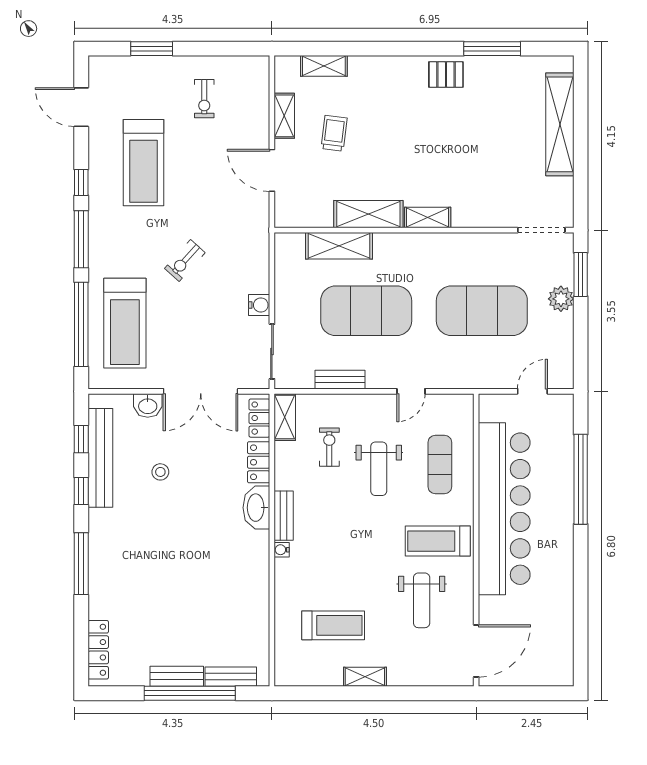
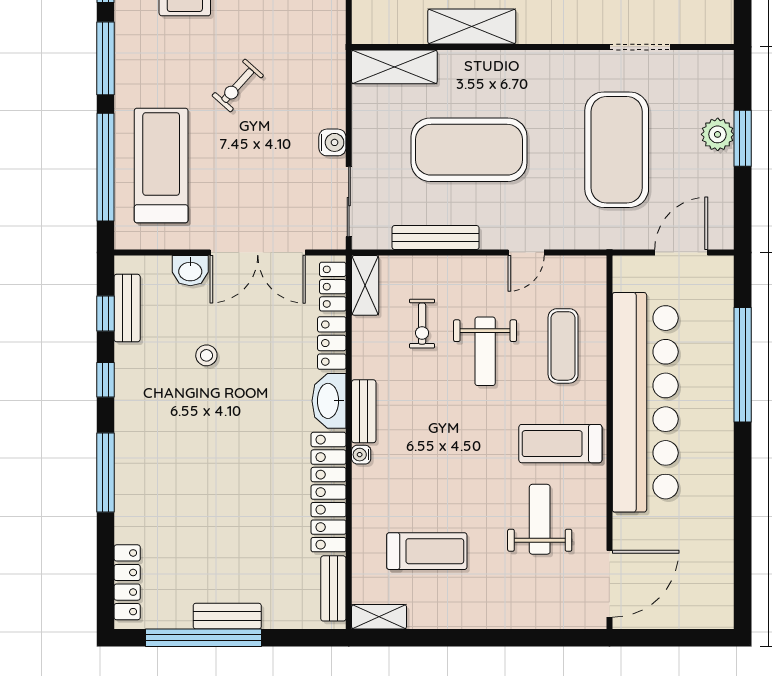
shelving: (428, 218) -> (547, 31), removed
doorway: (541, 230) -> (640, 47), moved
shelving: (339, 246) -> (394, 67), moved
window: (581, 274) -> (743, 138), moved
exercise mat: (482, 311) -> (617, 150), turned 90
treadmill: (125, 323) -> (161, 165), turned 180
bench: (340, 380) -> (436, 238), width x1.36
door: (532, 391) -> (681, 253), width x1.38
exercise bike: (329, 447) -> (422, 324), turned 180
bench: (100, 458) -> (127, 308), width x0.54, depth x0.82
locker: (256, 579) -> (329, 492), added
weight bench: (422, 600) -> (540, 519), turned 180
bench: (231, 677) -> (333, 588), moved, turned 90
shelving: (365, 677) -> (379, 617), moved
window: (190, 693) -> (203, 638), moved

